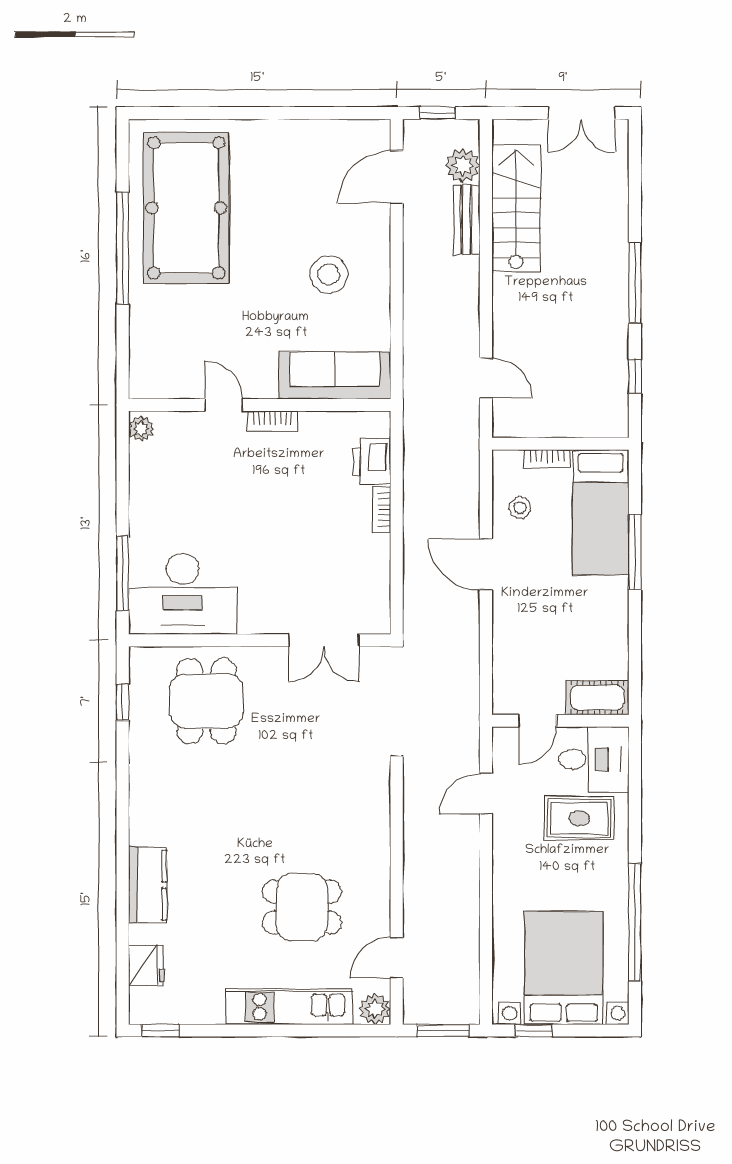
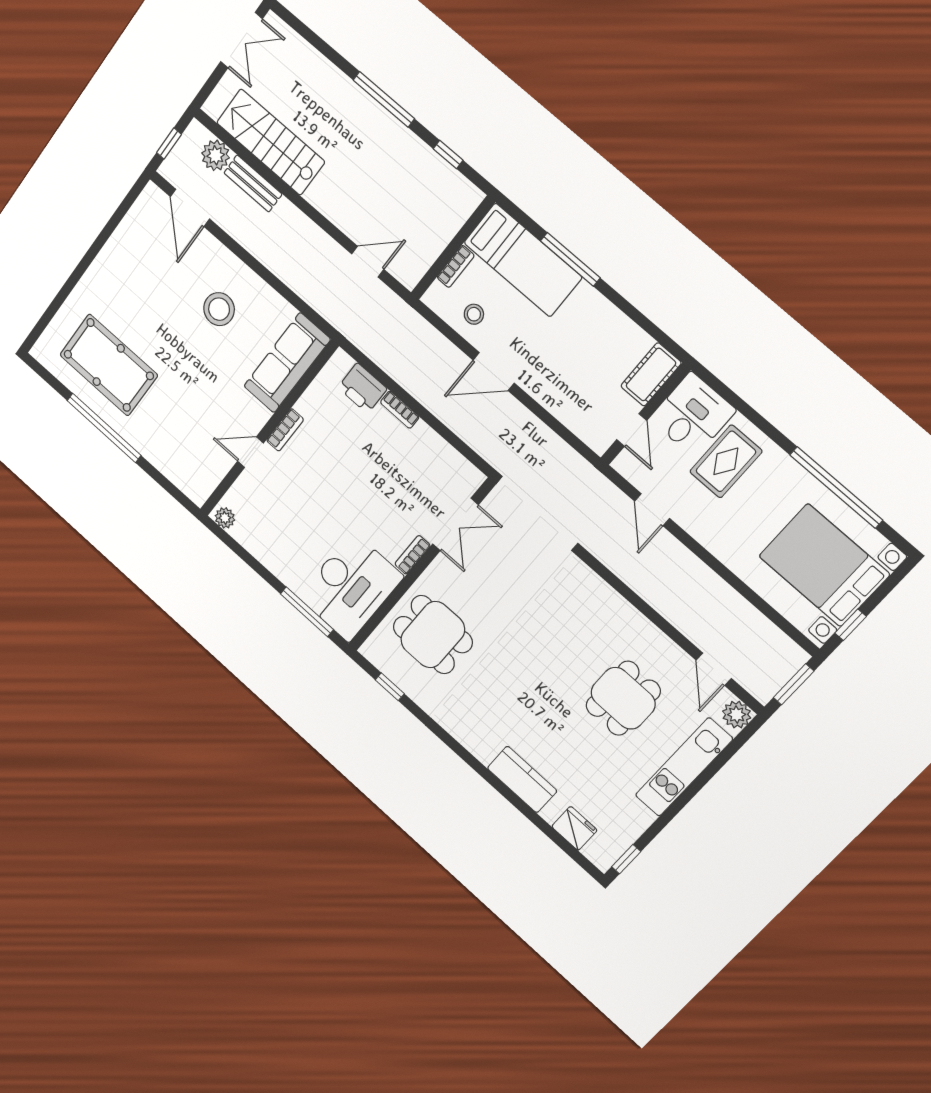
pool table: (186, 208) -> (109, 365), width x0.73, depth x0.76
bookcase: (262, 625) -> (413, 555), added

